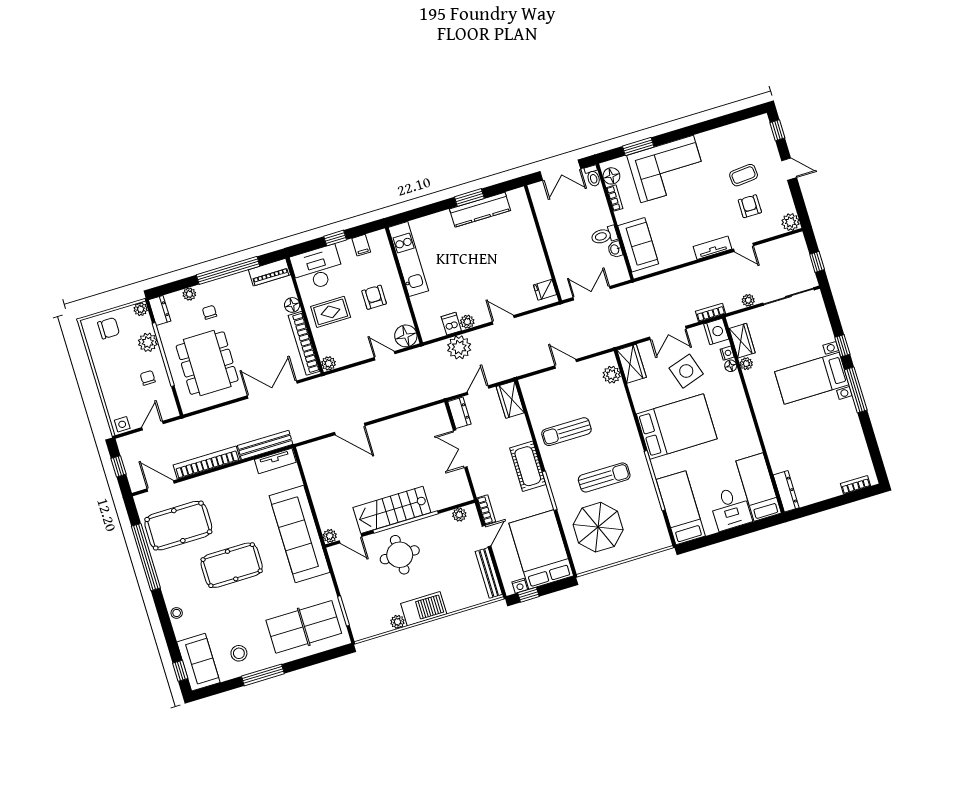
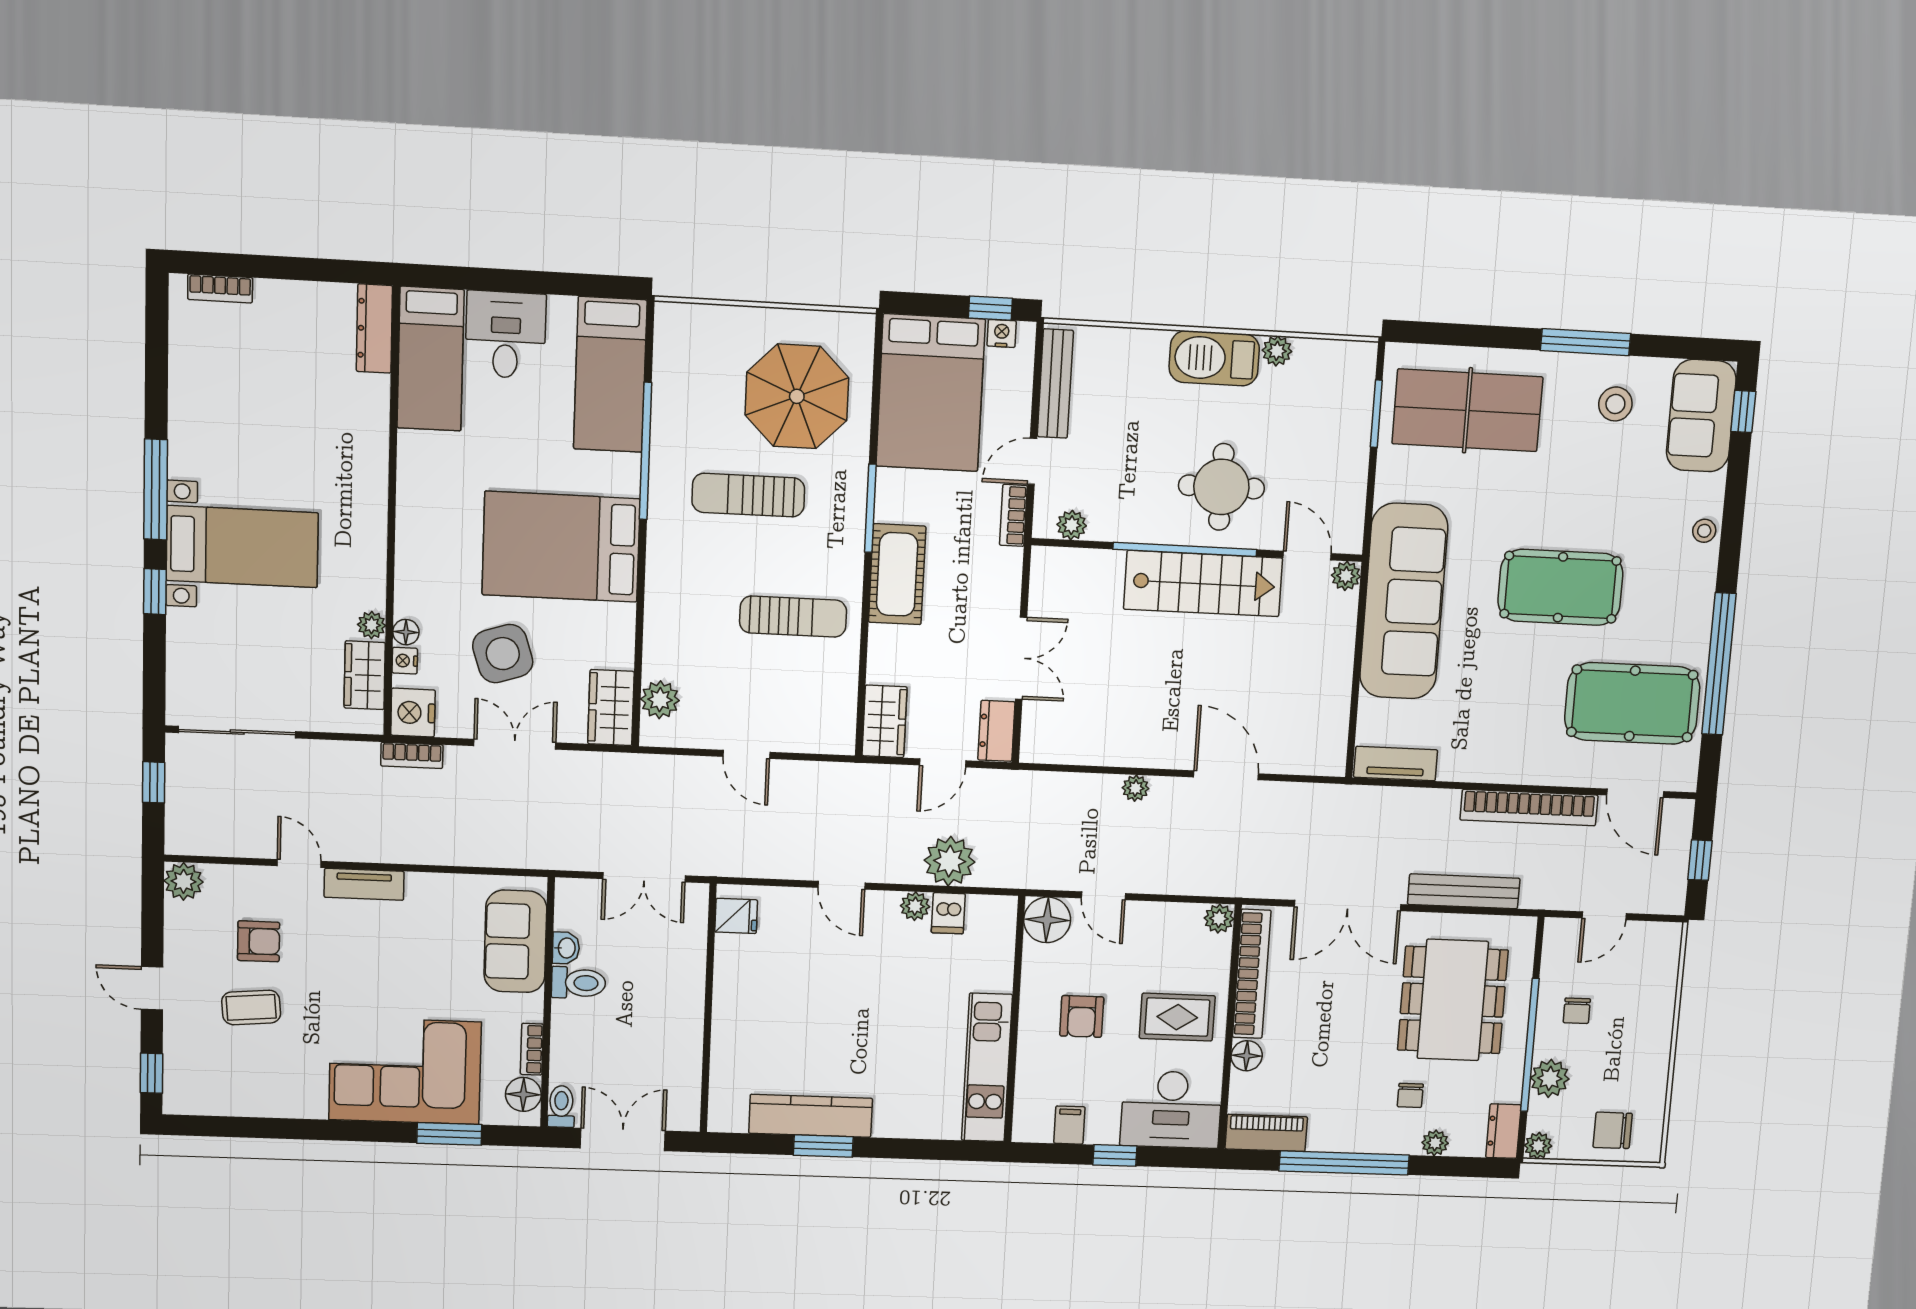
armchair: (750, 206) -> (259, 941), turned -90
plant: (748, 300) -> (1136, 788), moved
side table: (122, 424) -> (1660, 939), removed
bench: (265, 445) -> (1464, 891), moved

